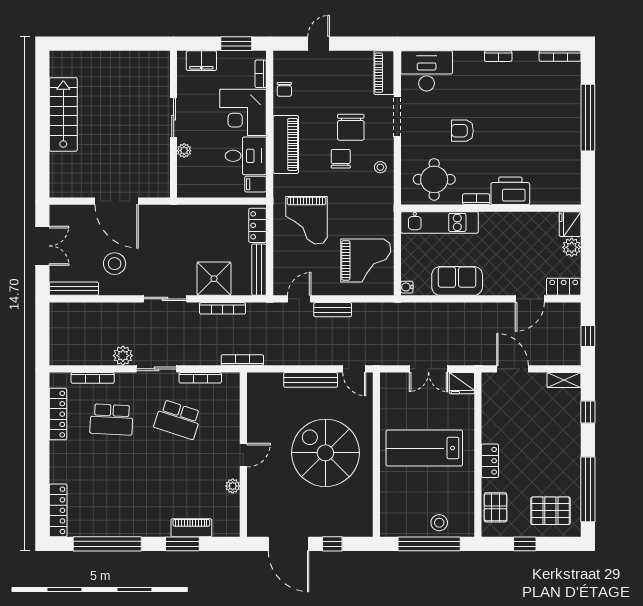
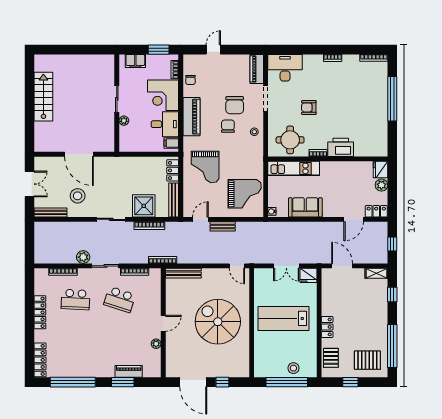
bench: (311, 380) -> (183, 273), moved
locker: (58, 414) -> (40, 312), moved

